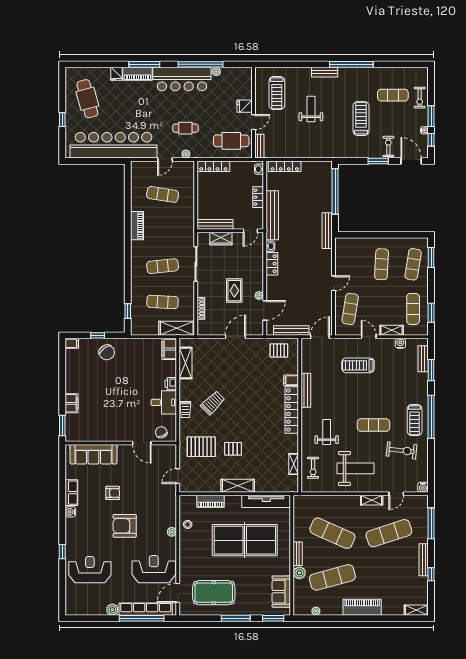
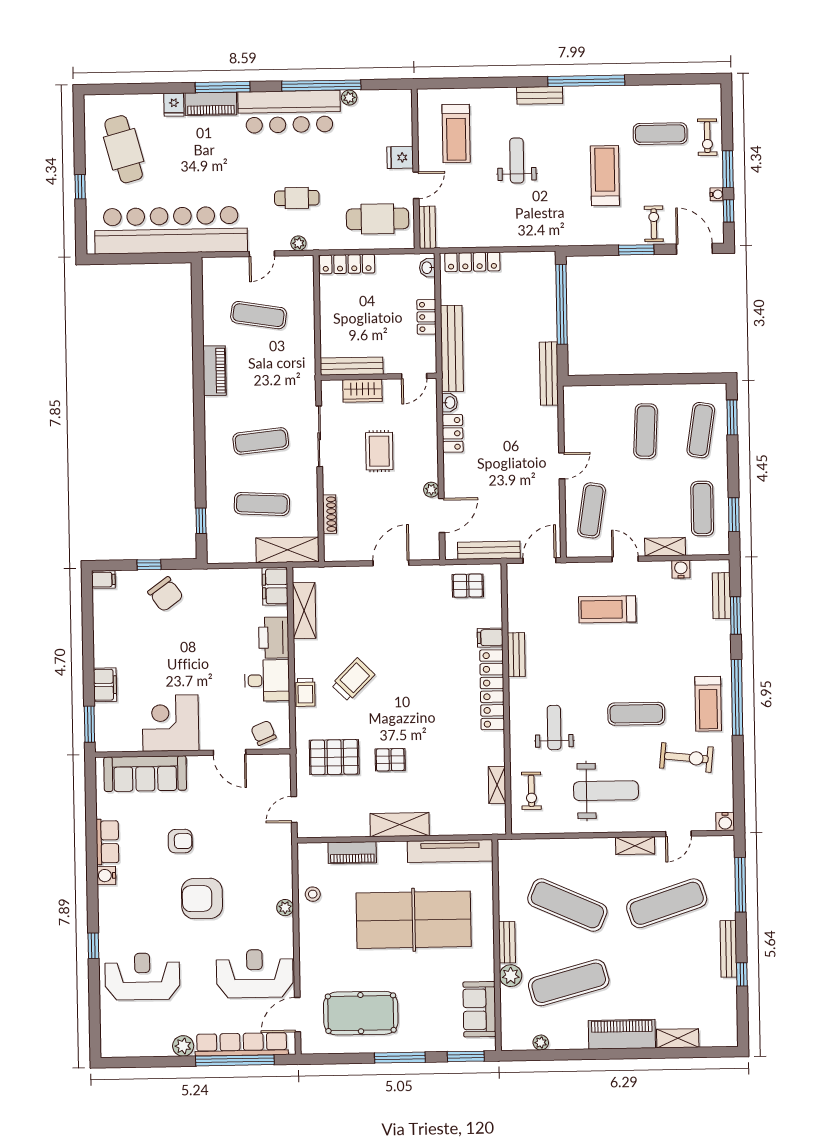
rug: (234, 291) -> (379, 451), moved
printer: (171, 384) -> (274, 638), width x1.87, depth x1.48
bench: (306, 390) -> (516, 655), width x0.73
corner desk: (108, 426) -> (171, 723), added
shelving: (416, 610) -> (678, 1038), moved

